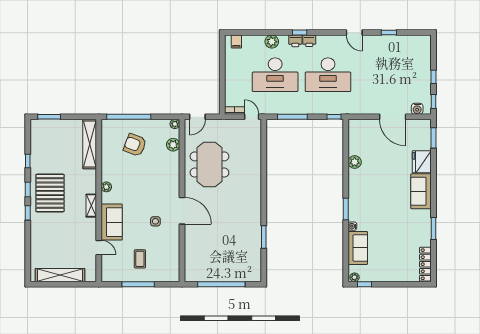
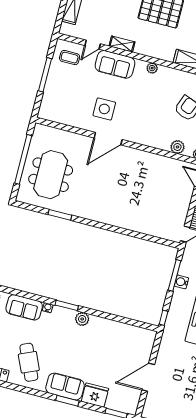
water cooler: (417, 109) -> (182, 282), moved
plant: (355, 162) -> (82, 319), moved
meeting table: (209, 164) -> (51, 175), moved, turned 90
shelving: (91, 206) -> (122, 44), moved
side table: (155, 221) -> (104, 109), width x1.87, depth x1.87
window: (434, 229) -> (67, 401), moved
cafe table: (407, 230) -> (29, 362), added
coffee table: (140, 259) -> (70, 58), moved

